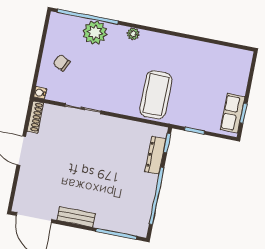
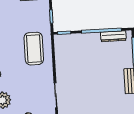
coffee table: (156, 95) -> (34, 49), turned 90
dresser: (155, 155) -> (113, 36), moved

